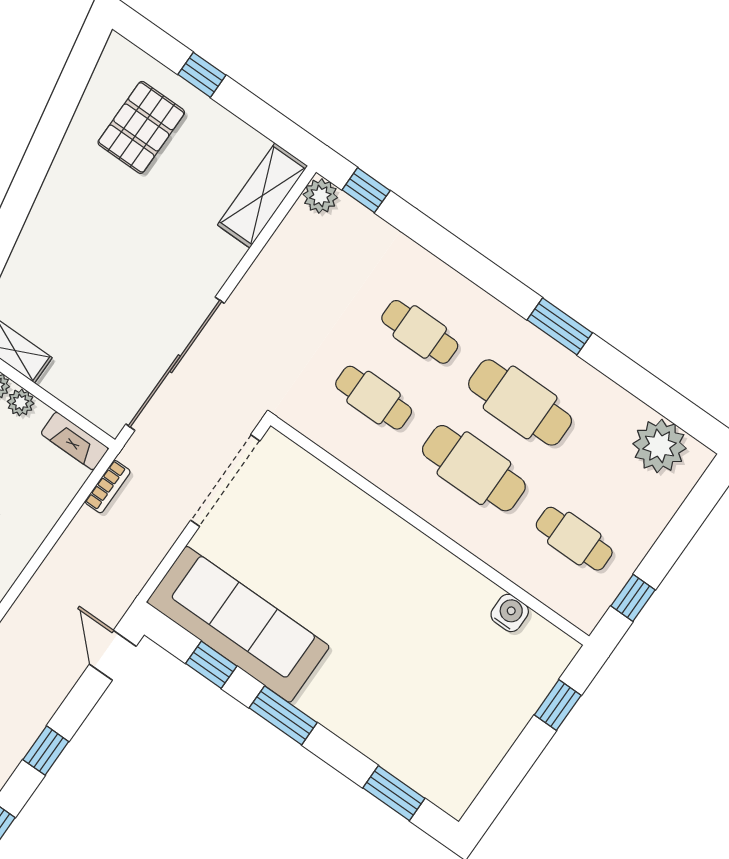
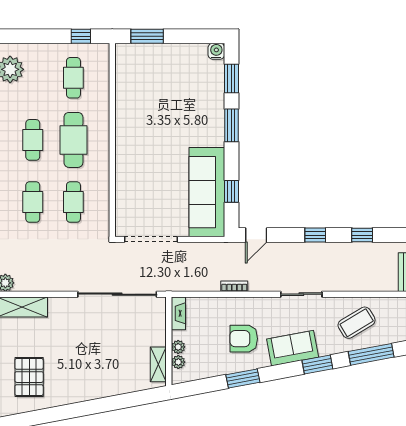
pallet: (141, 127) -> (29, 377), turned 90
cafe table: (520, 402) -> (33, 140), width x0.73, depth x0.74
bookcase: (108, 487) -> (234, 286), moved
water cooler: (510, 613) -> (216, 51), moved, turned 90
window: (558, 705) -> (147, 36), width x1.50
window: (283, 715) -> (231, 125), moved

